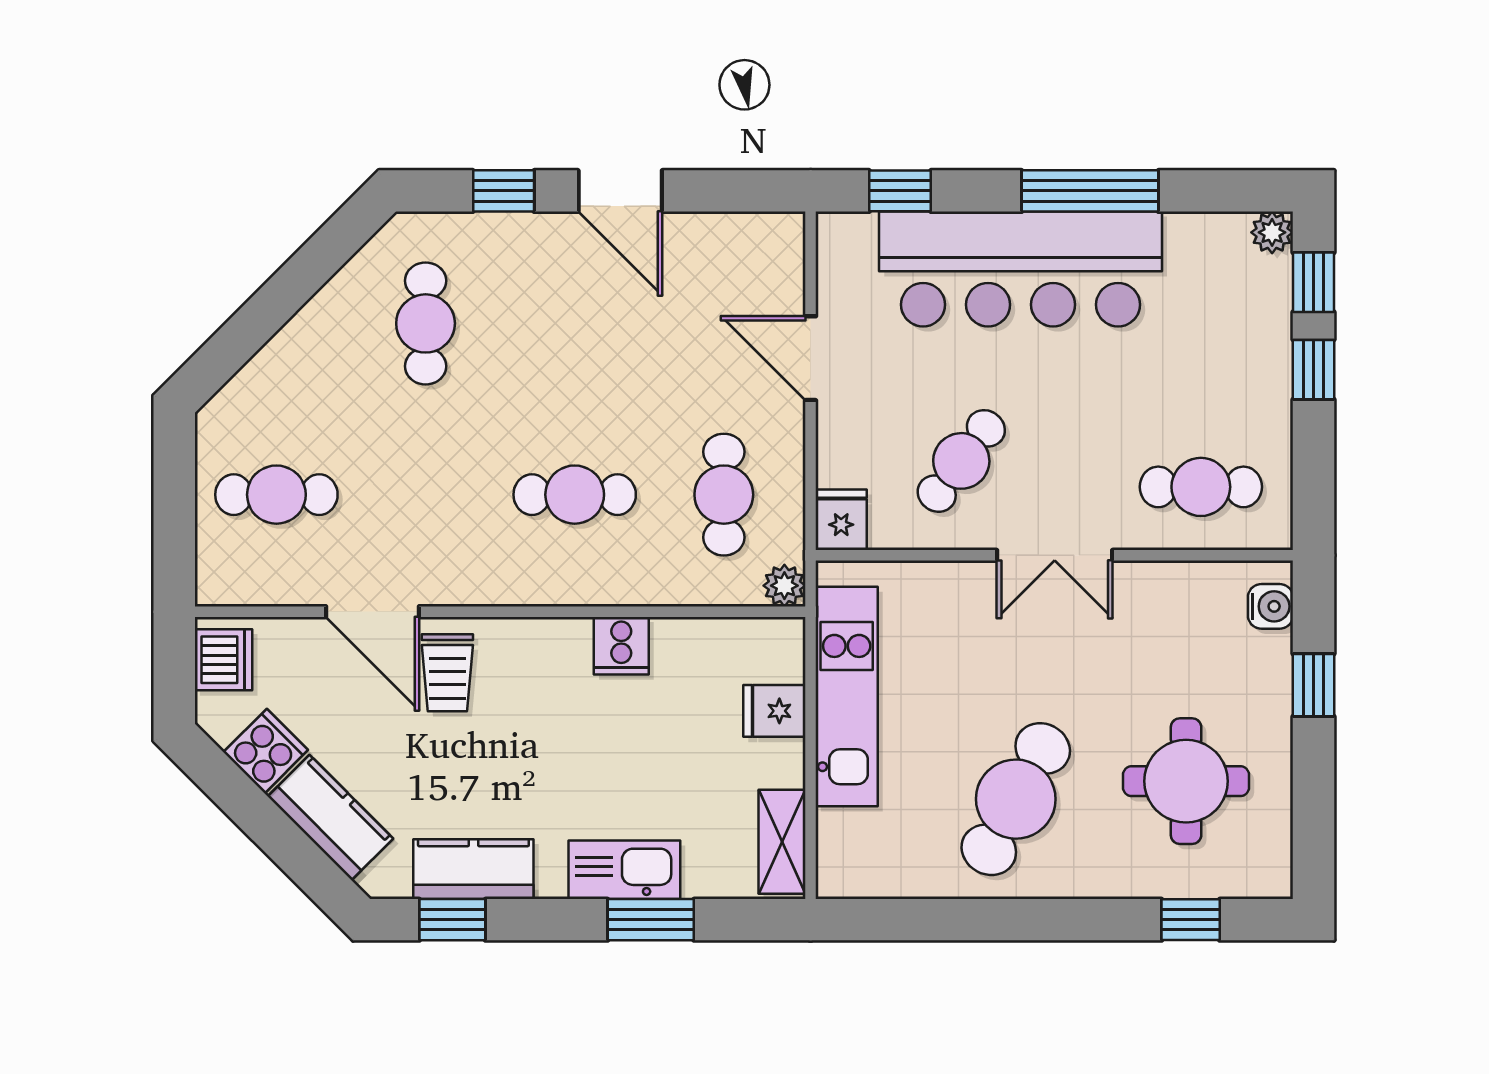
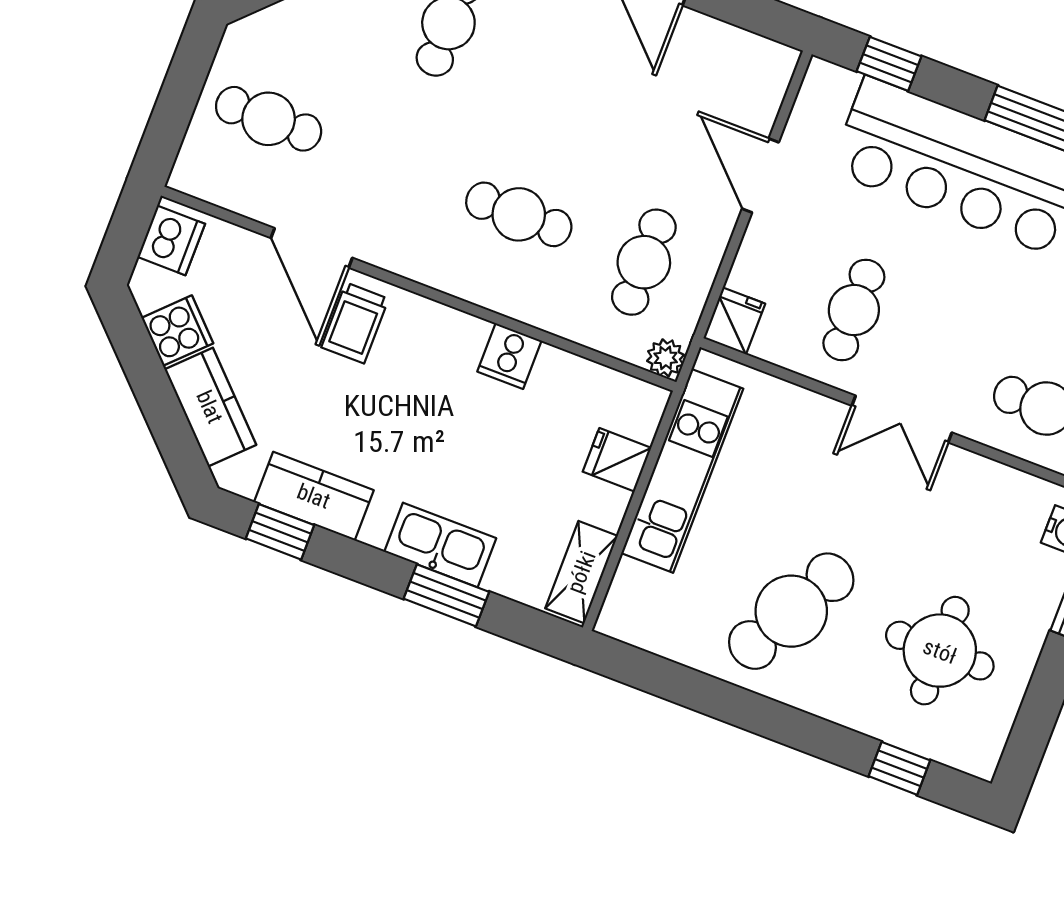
cafe table: (961, 461) -> (854, 310), turned -37

